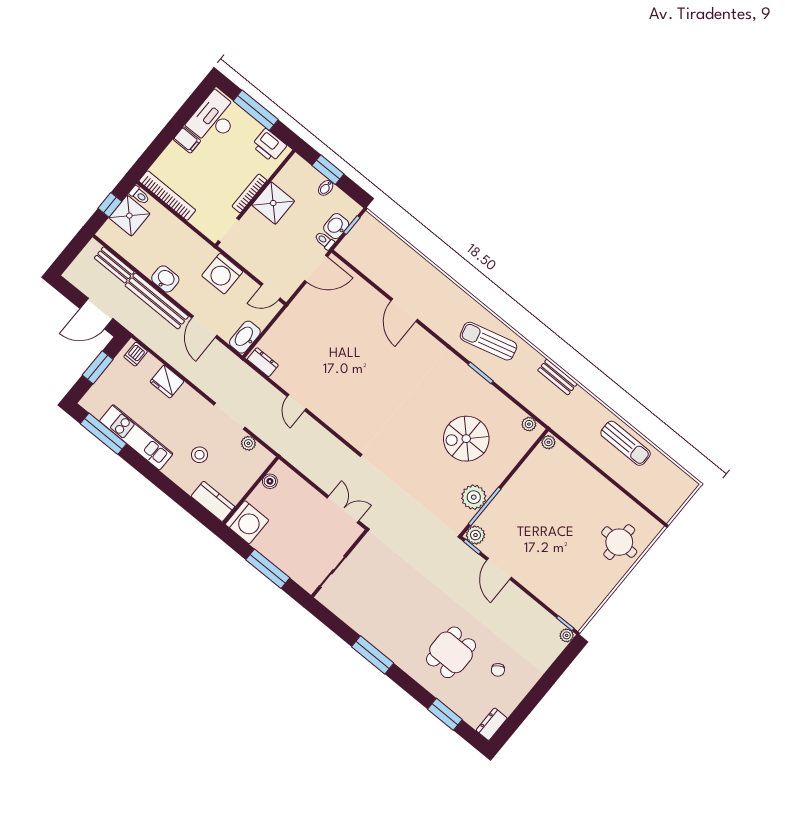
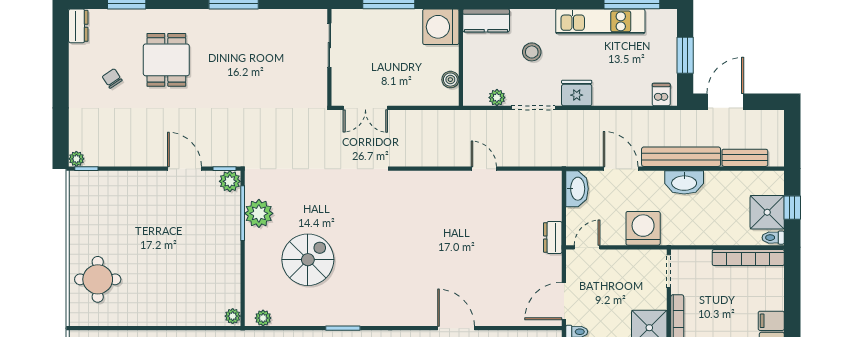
washbasin: (165, 279) -> (684, 182), width x1.38
dresser: (263, 362) -> (553, 237), moved, turned 90
fridge: (167, 382) -> (577, 93), moved

